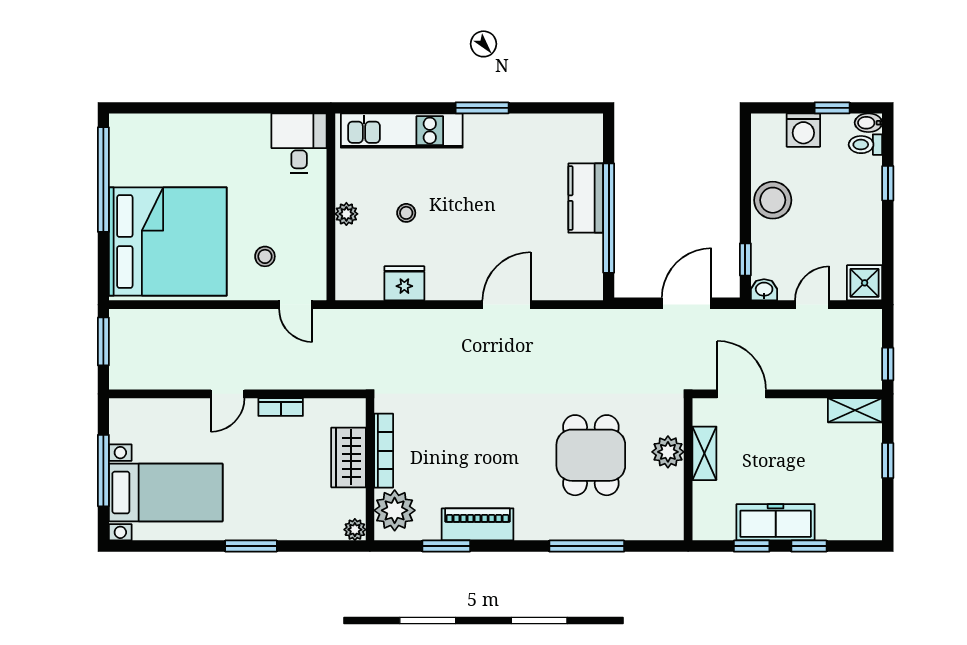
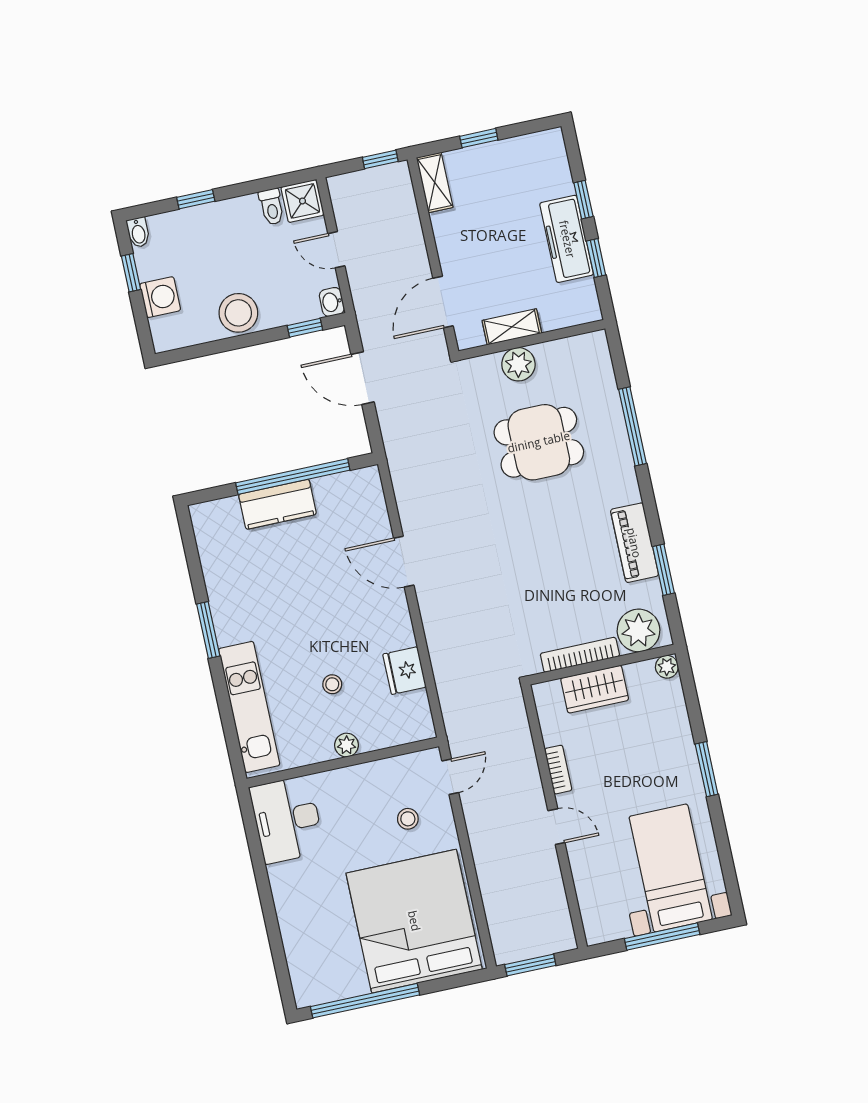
desk: (299, 143) -> (287, 820), width x1.37
toilet: (865, 145) -> (272, 207), moved

